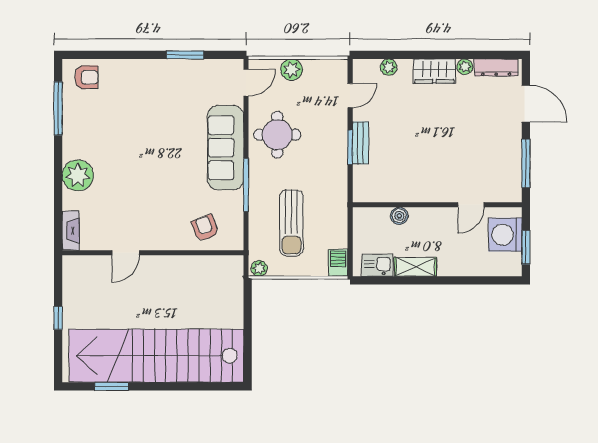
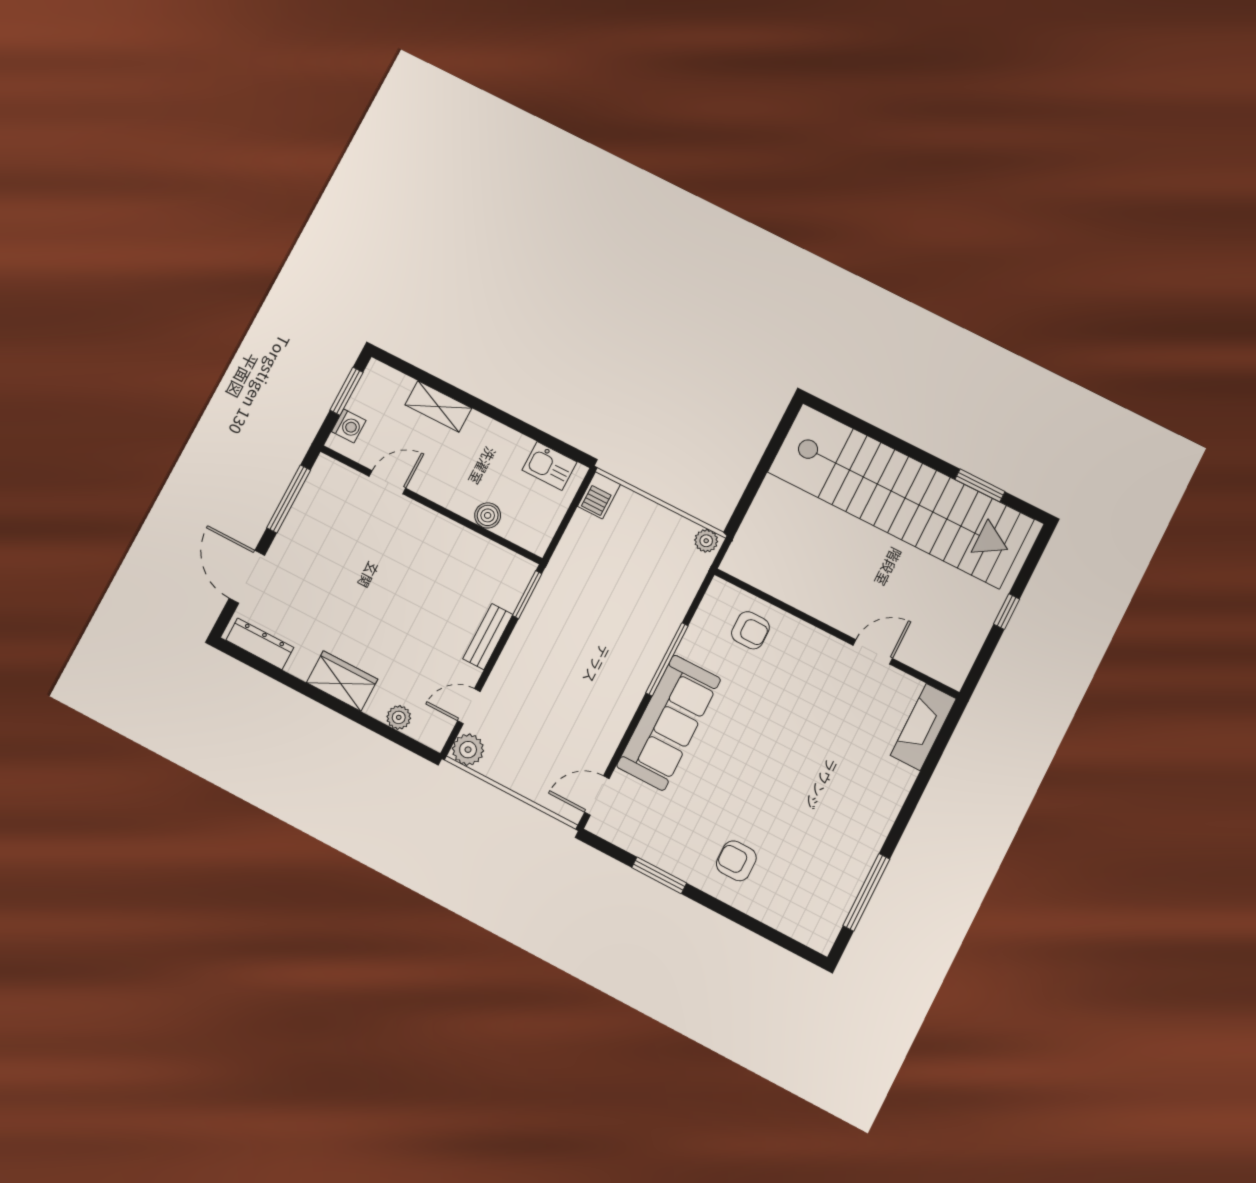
plant: (465, 67) -> (300, 666), removed
plant: (292, 70) -> (468, 750), moved
armchair: (86, 77) -> (736, 861), moved
round table: (277, 135) -> (591, 704), removed
window: (350, 147) -> (527, 595), moved
plant: (78, 175) -> (885, 788), removed
sun lounger: (291, 223) -> (633, 579), removed
armchair: (205, 228) -> (750, 630), turned -69
fireplace: (71, 231) -> (923, 727), width x1.37, depth x1.32
washing machine: (505, 235) -> (349, 426), width x0.53, depth x0.53
shelving: (415, 267) -> (438, 406), moved

